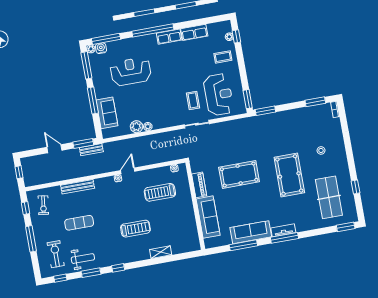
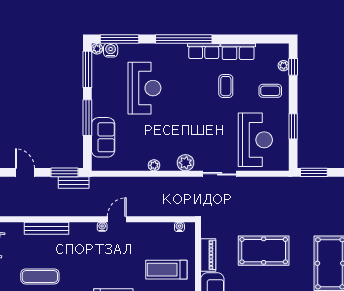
reception desk: (131, 71) -> (144, 88), turned 90
window: (248, 99) -> (293, 126), moved
coffee table: (193, 100) -> (226, 86), moved
plant: (137, 127) -> (185, 163), moved
treadmill: (160, 192) -> (166, 270), moved

